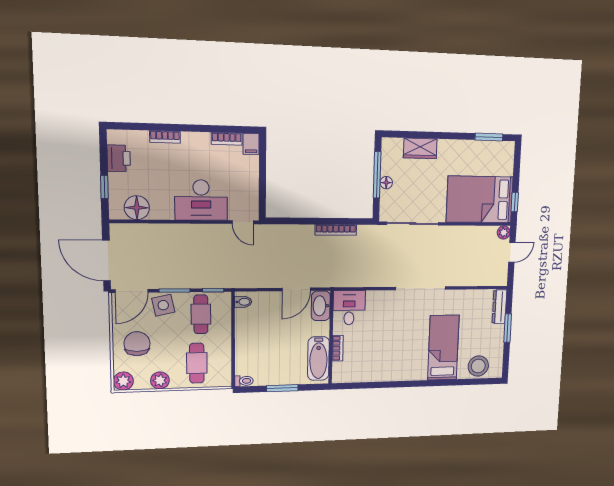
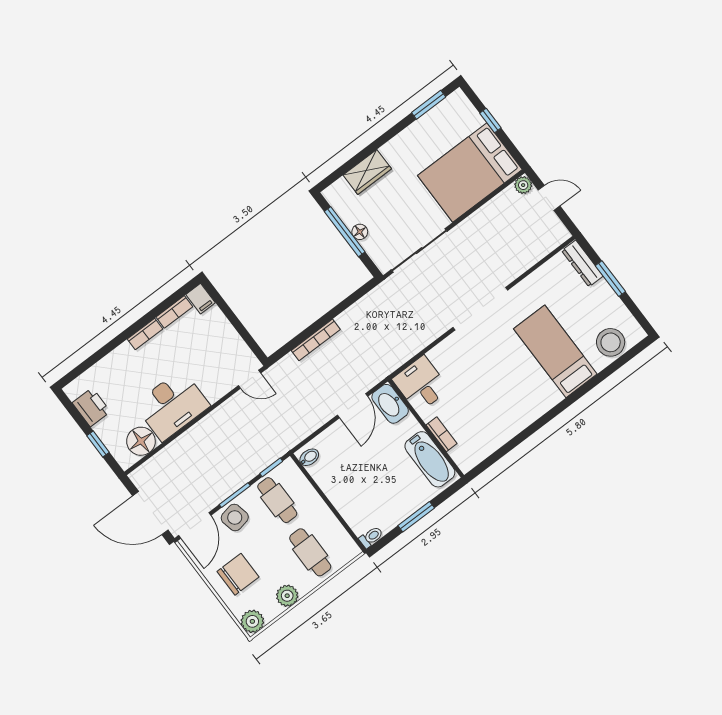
bookcase: (165, 137) -> (145, 334), moved
desk: (201, 200) -> (172, 405), moved
window: (515, 202) -> (490, 121), moved
bookcase: (336, 230) -> (316, 340), moved
door: (512, 252) -> (549, 198), hinge flipped
chair: (137, 344) -> (238, 574), turned 90

